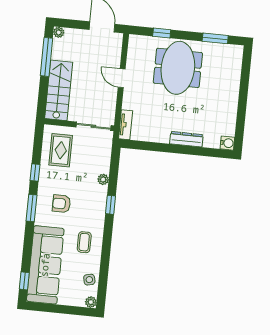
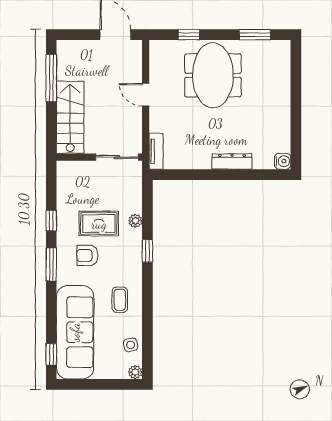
plant: (59, 32) -> (63, 47), removed
rug: (61, 150) -> (99, 224), moved, turned 90

